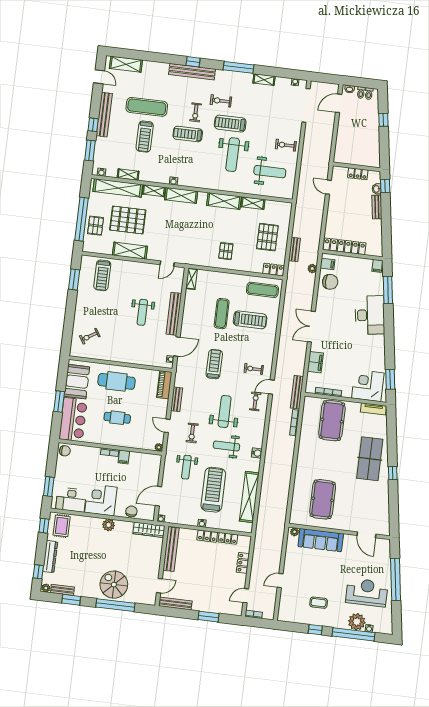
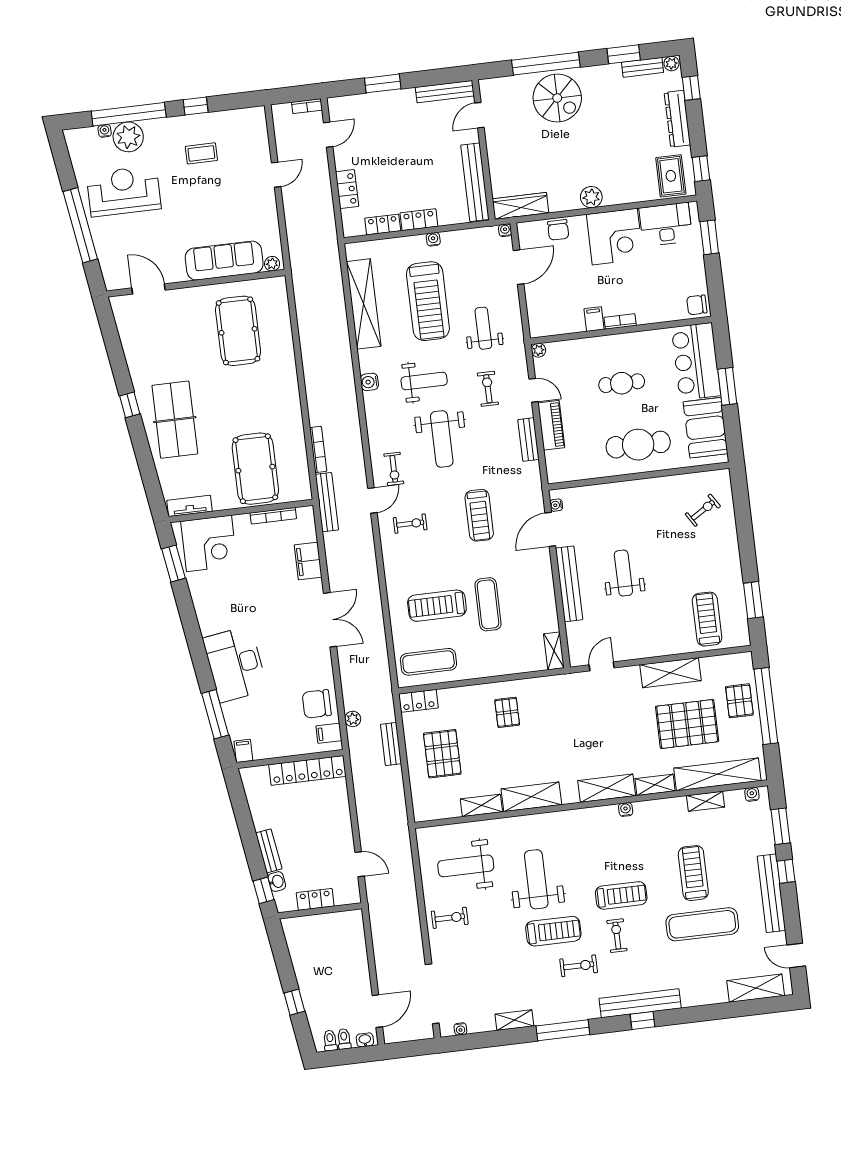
piano: (164, 385) -> (551, 425), moved
reception desk: (367, 592) -> (124, 191), turned 180

